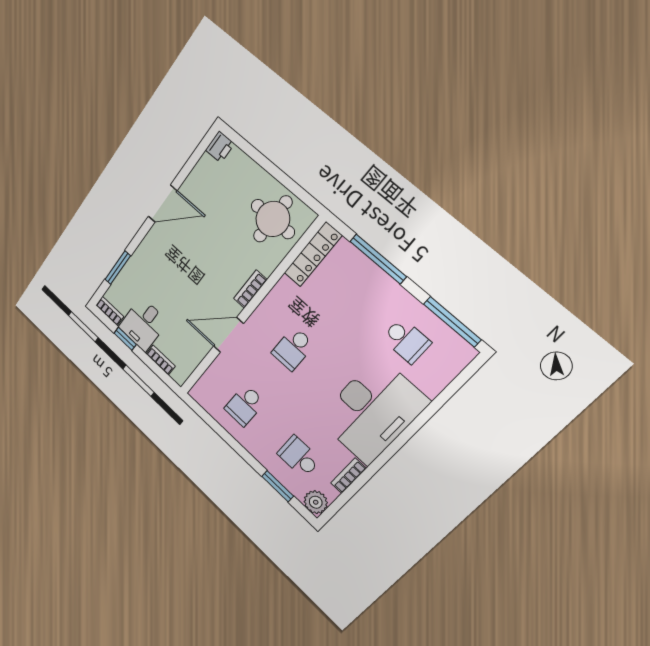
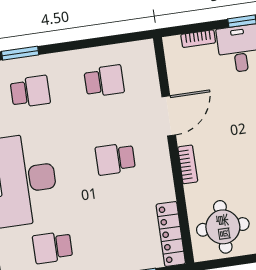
school desk: (293, 349) -> (115, 159), turned -90
school desk: (245, 405) -> (104, 81), turned 90

